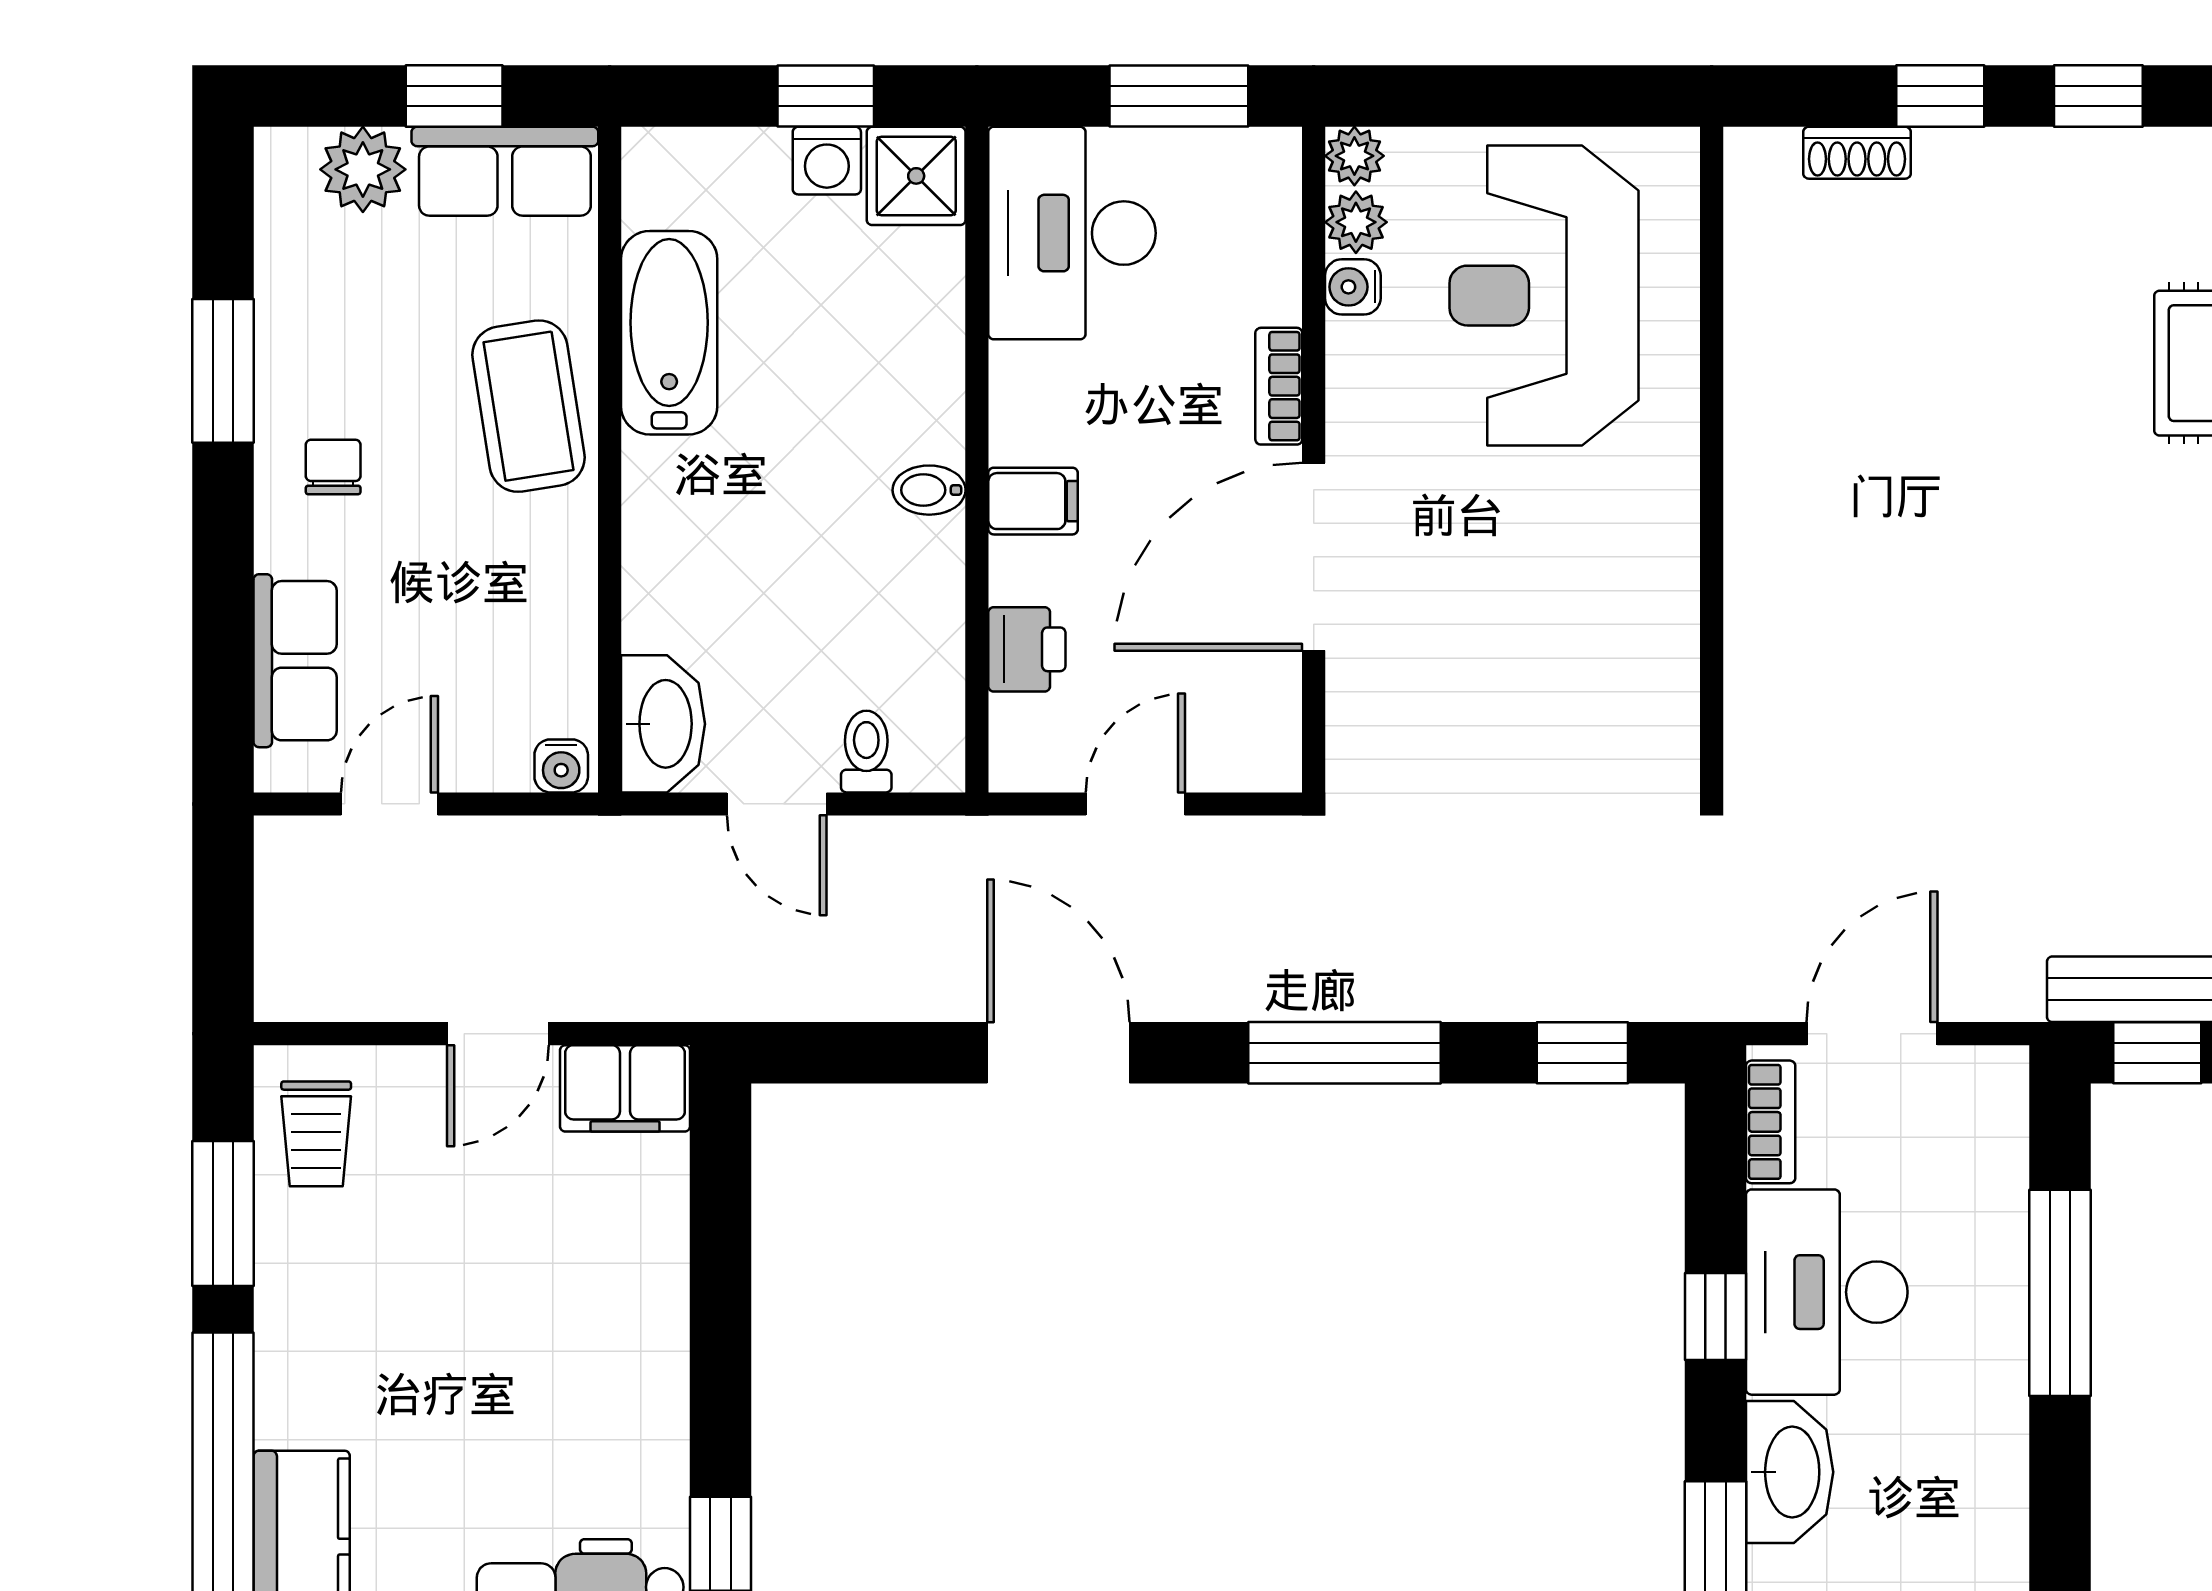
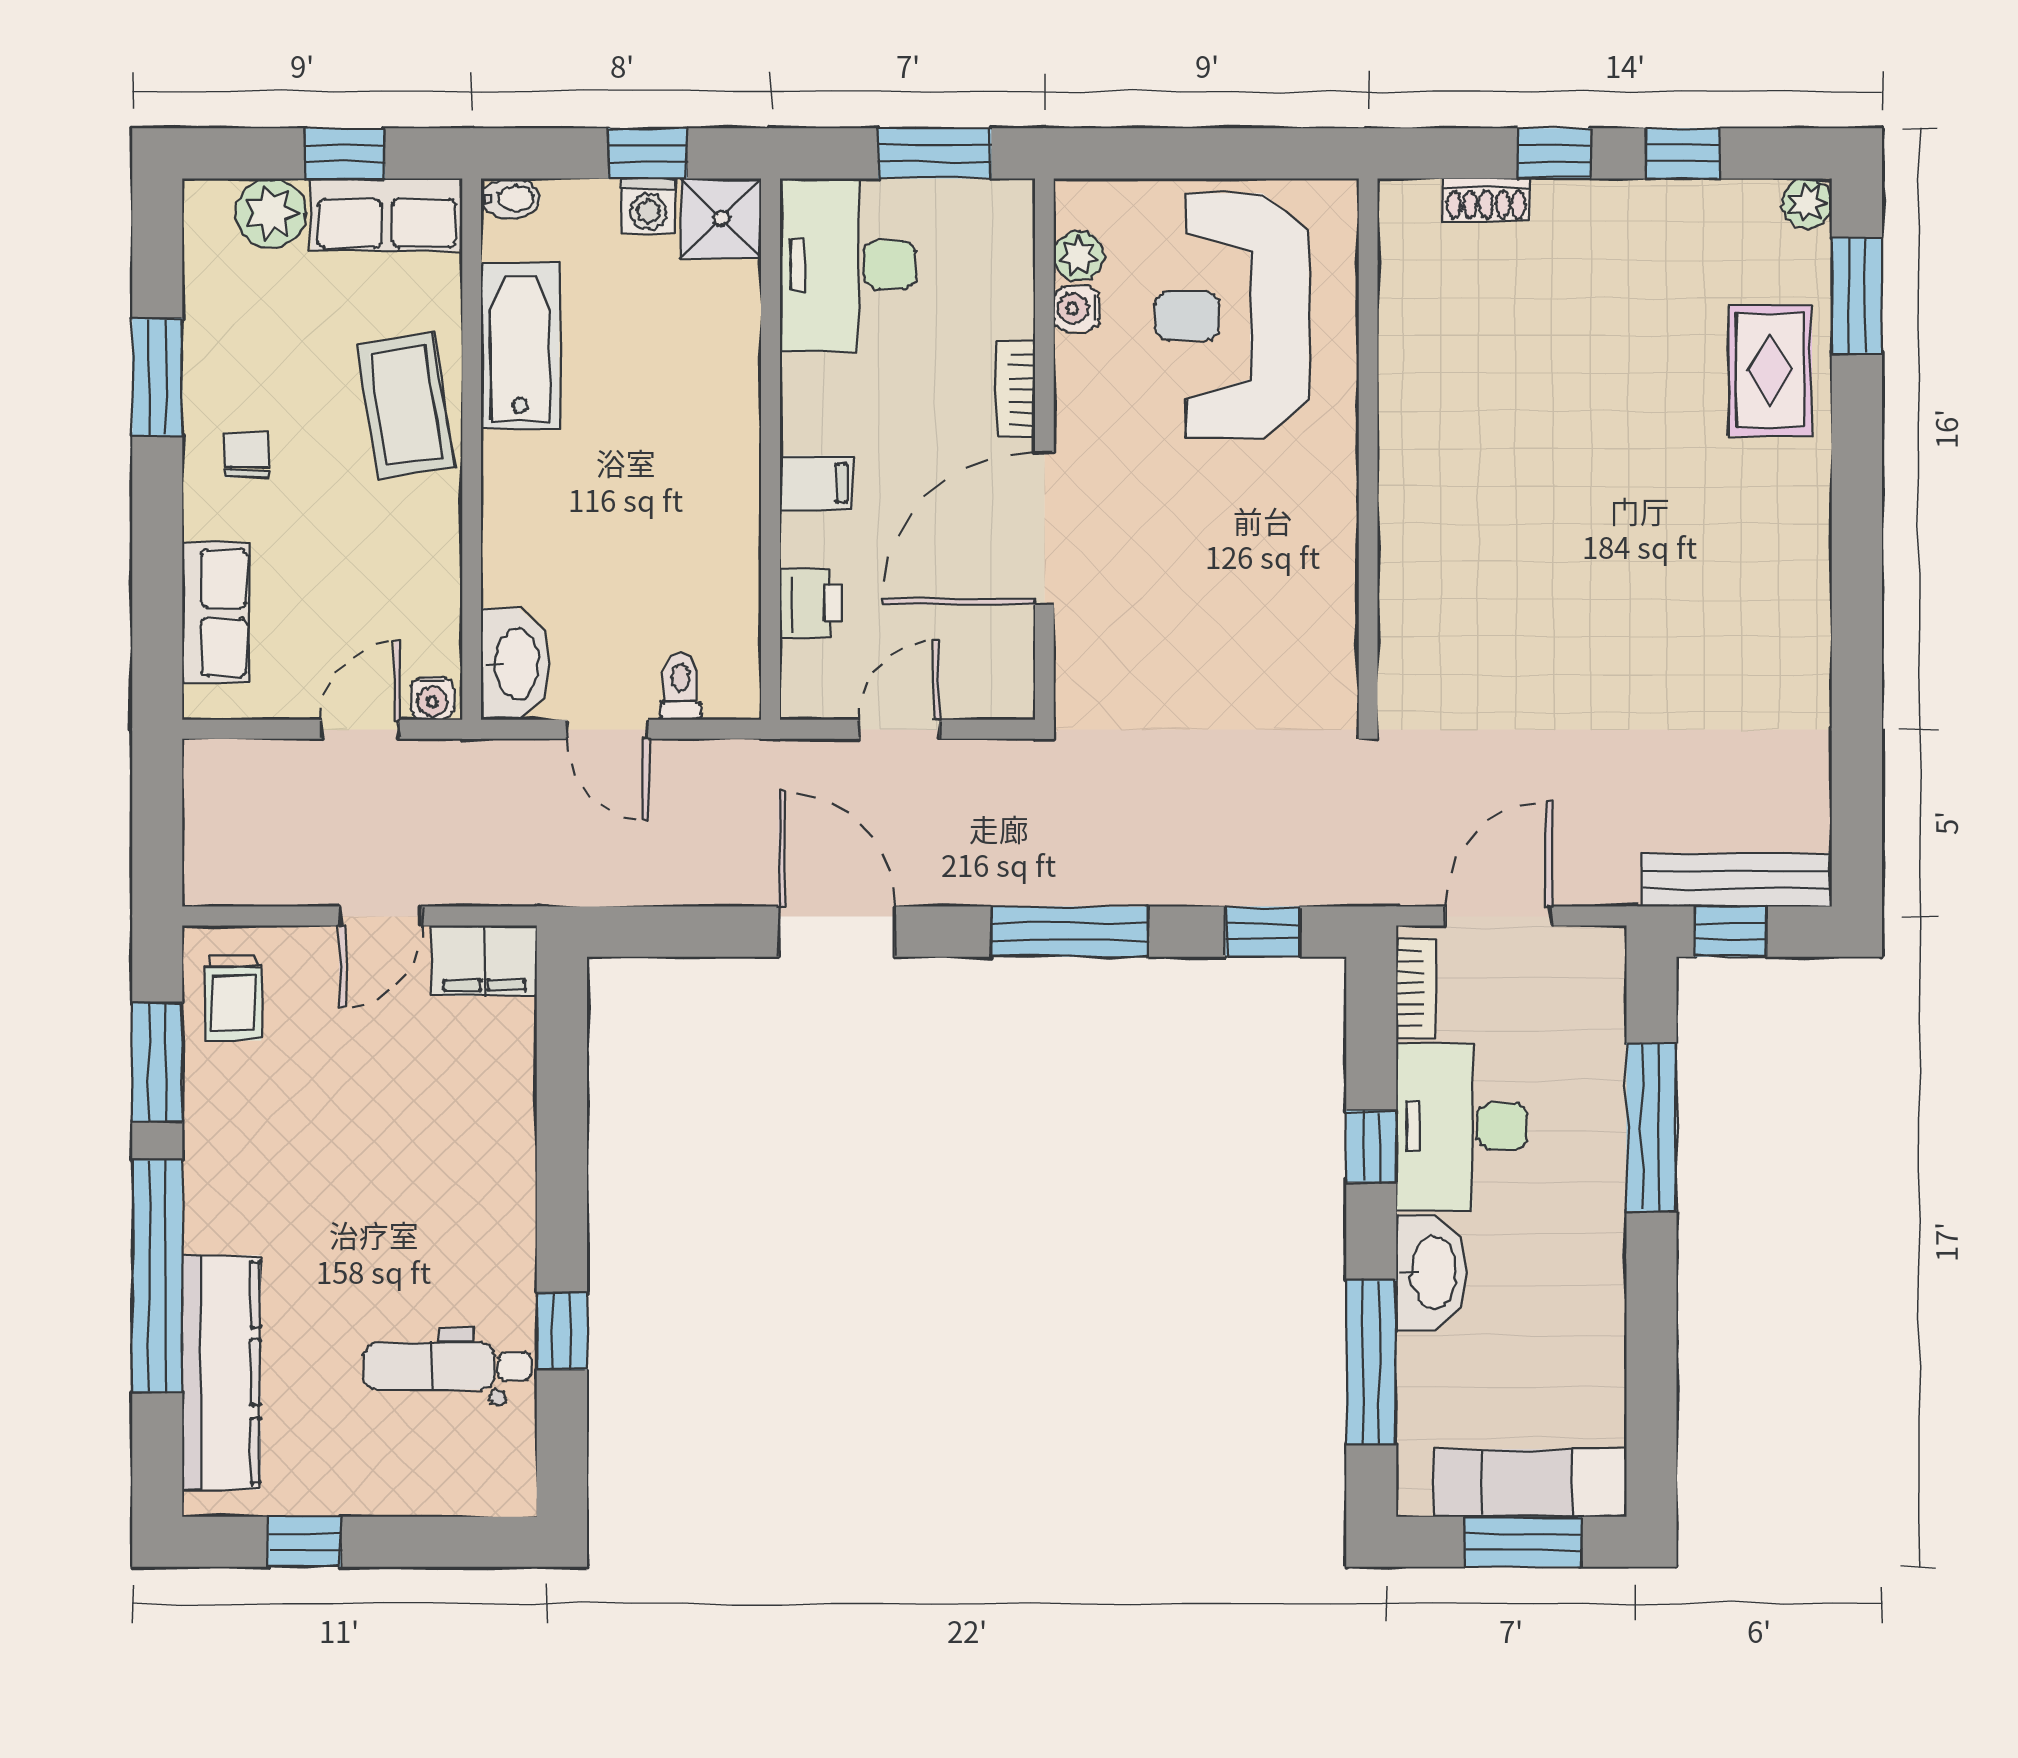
plant: (1354, 156) -> (1078, 202), removed
bidet: (929, 490) -> (511, 198), moved, turned 180
door: (389, 804) -> (361, 729), moved

